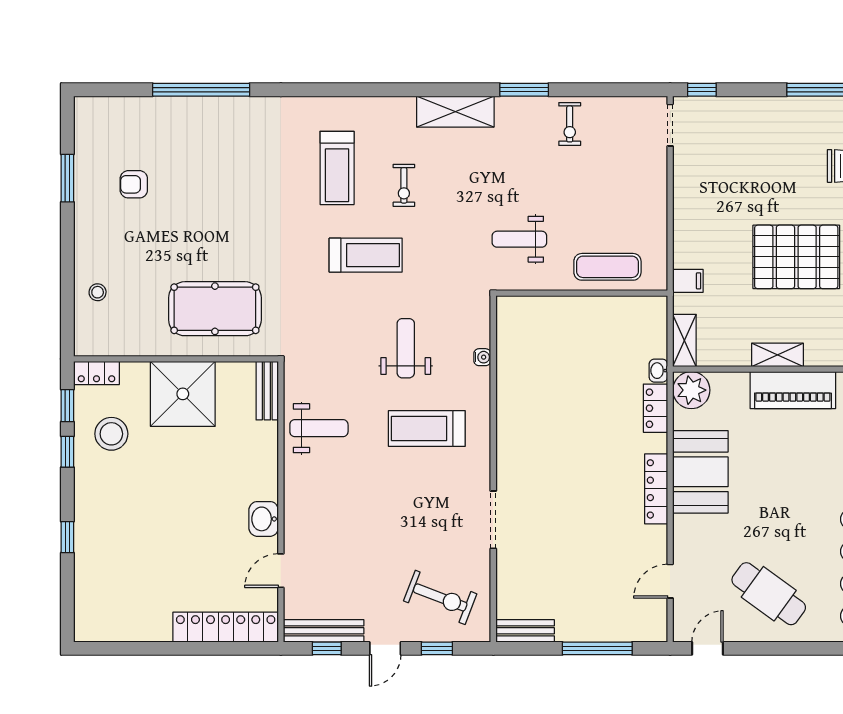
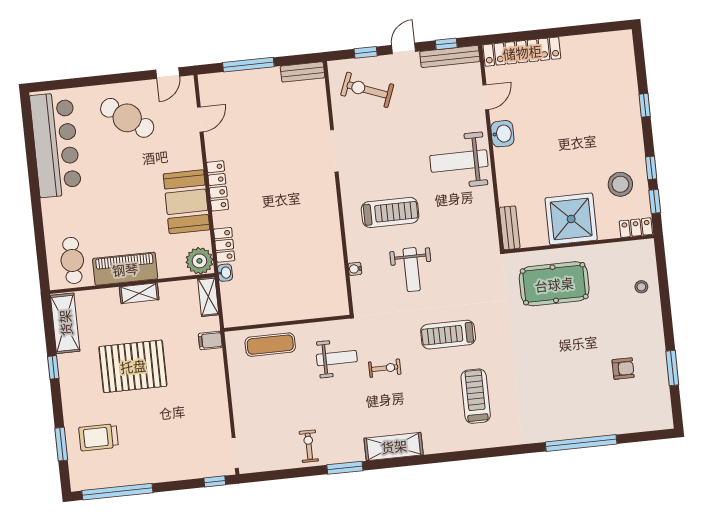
exercise bike: (404, 185) -> (385, 368), moved, turned 90
weight bench: (319, 428) -> (459, 161), moved, width x1.36, depth x1.33

